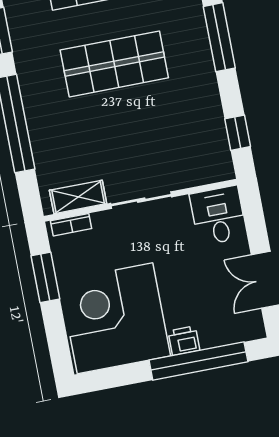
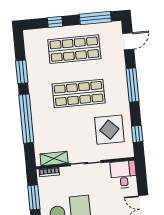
display table: (182, 130) -> (109, 130), added

